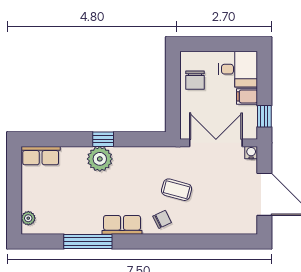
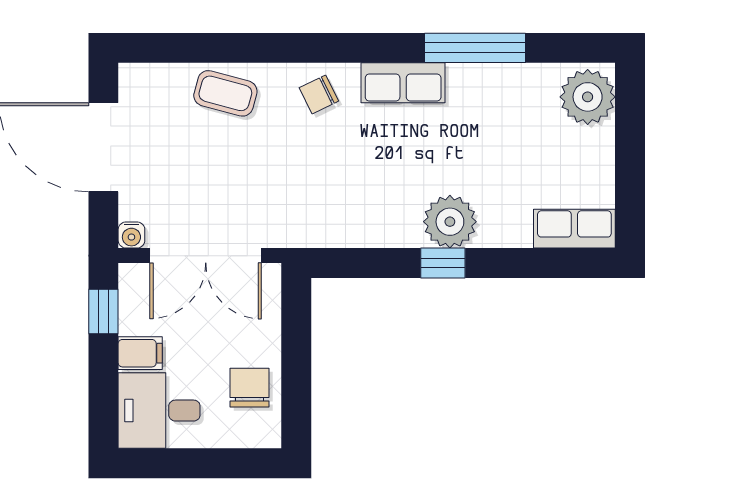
coffee table: (177, 190) -> (225, 93), moved
plant: (28, 218) -> (588, 97), width x1.88, depth x1.88

